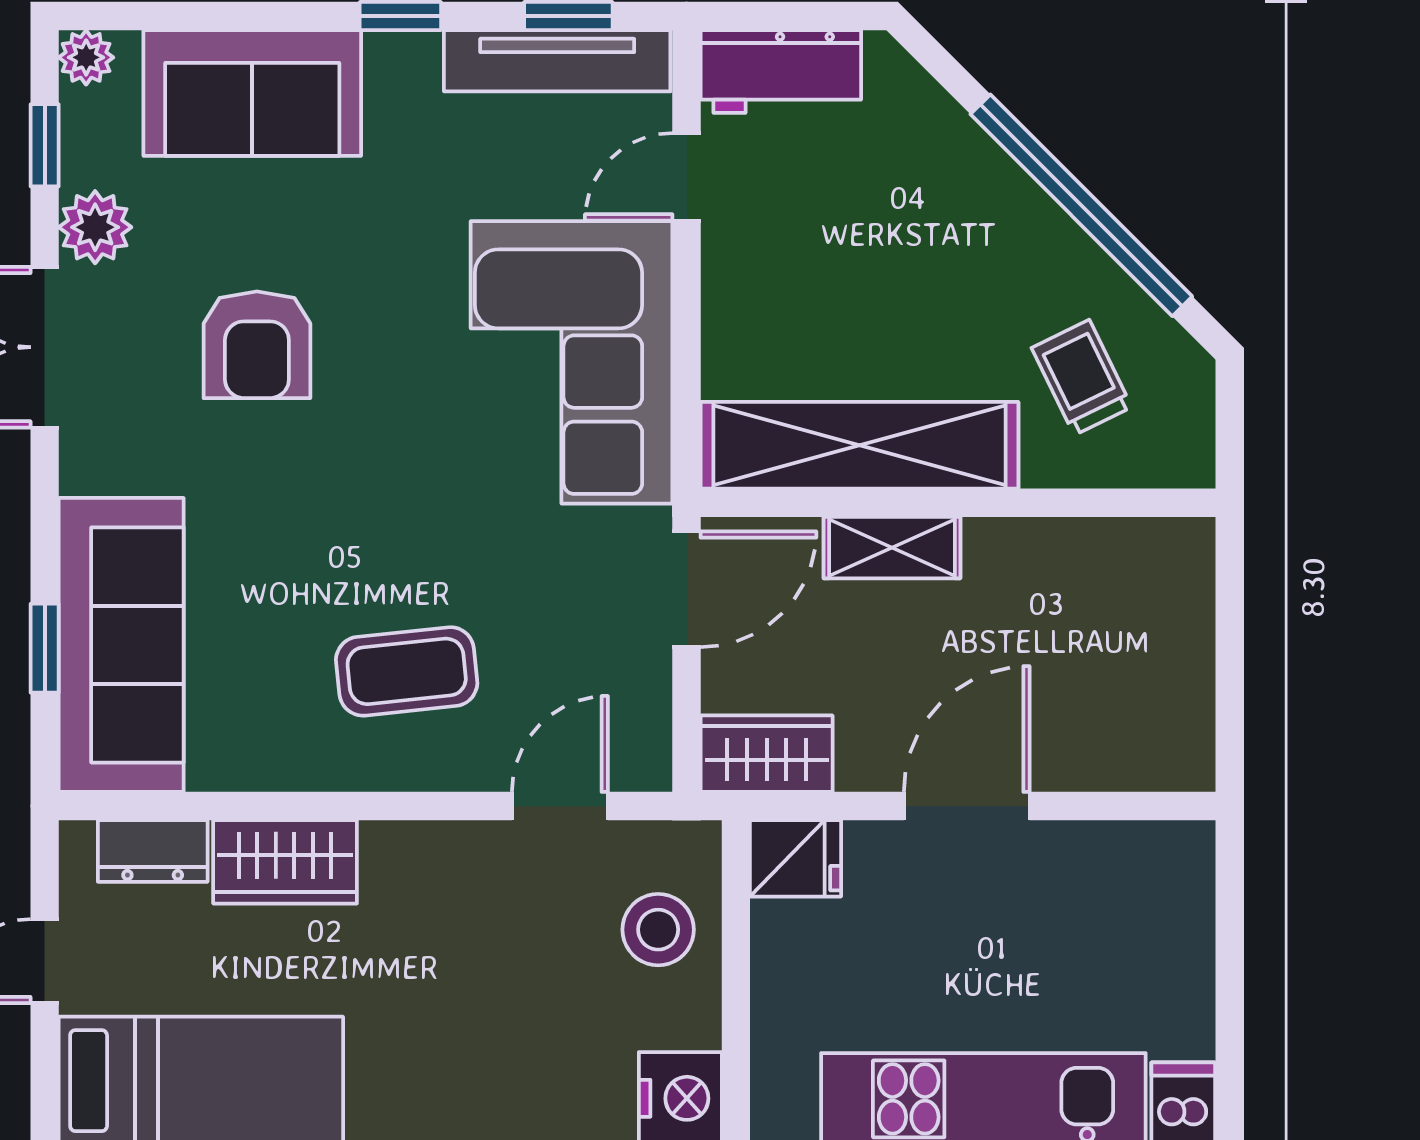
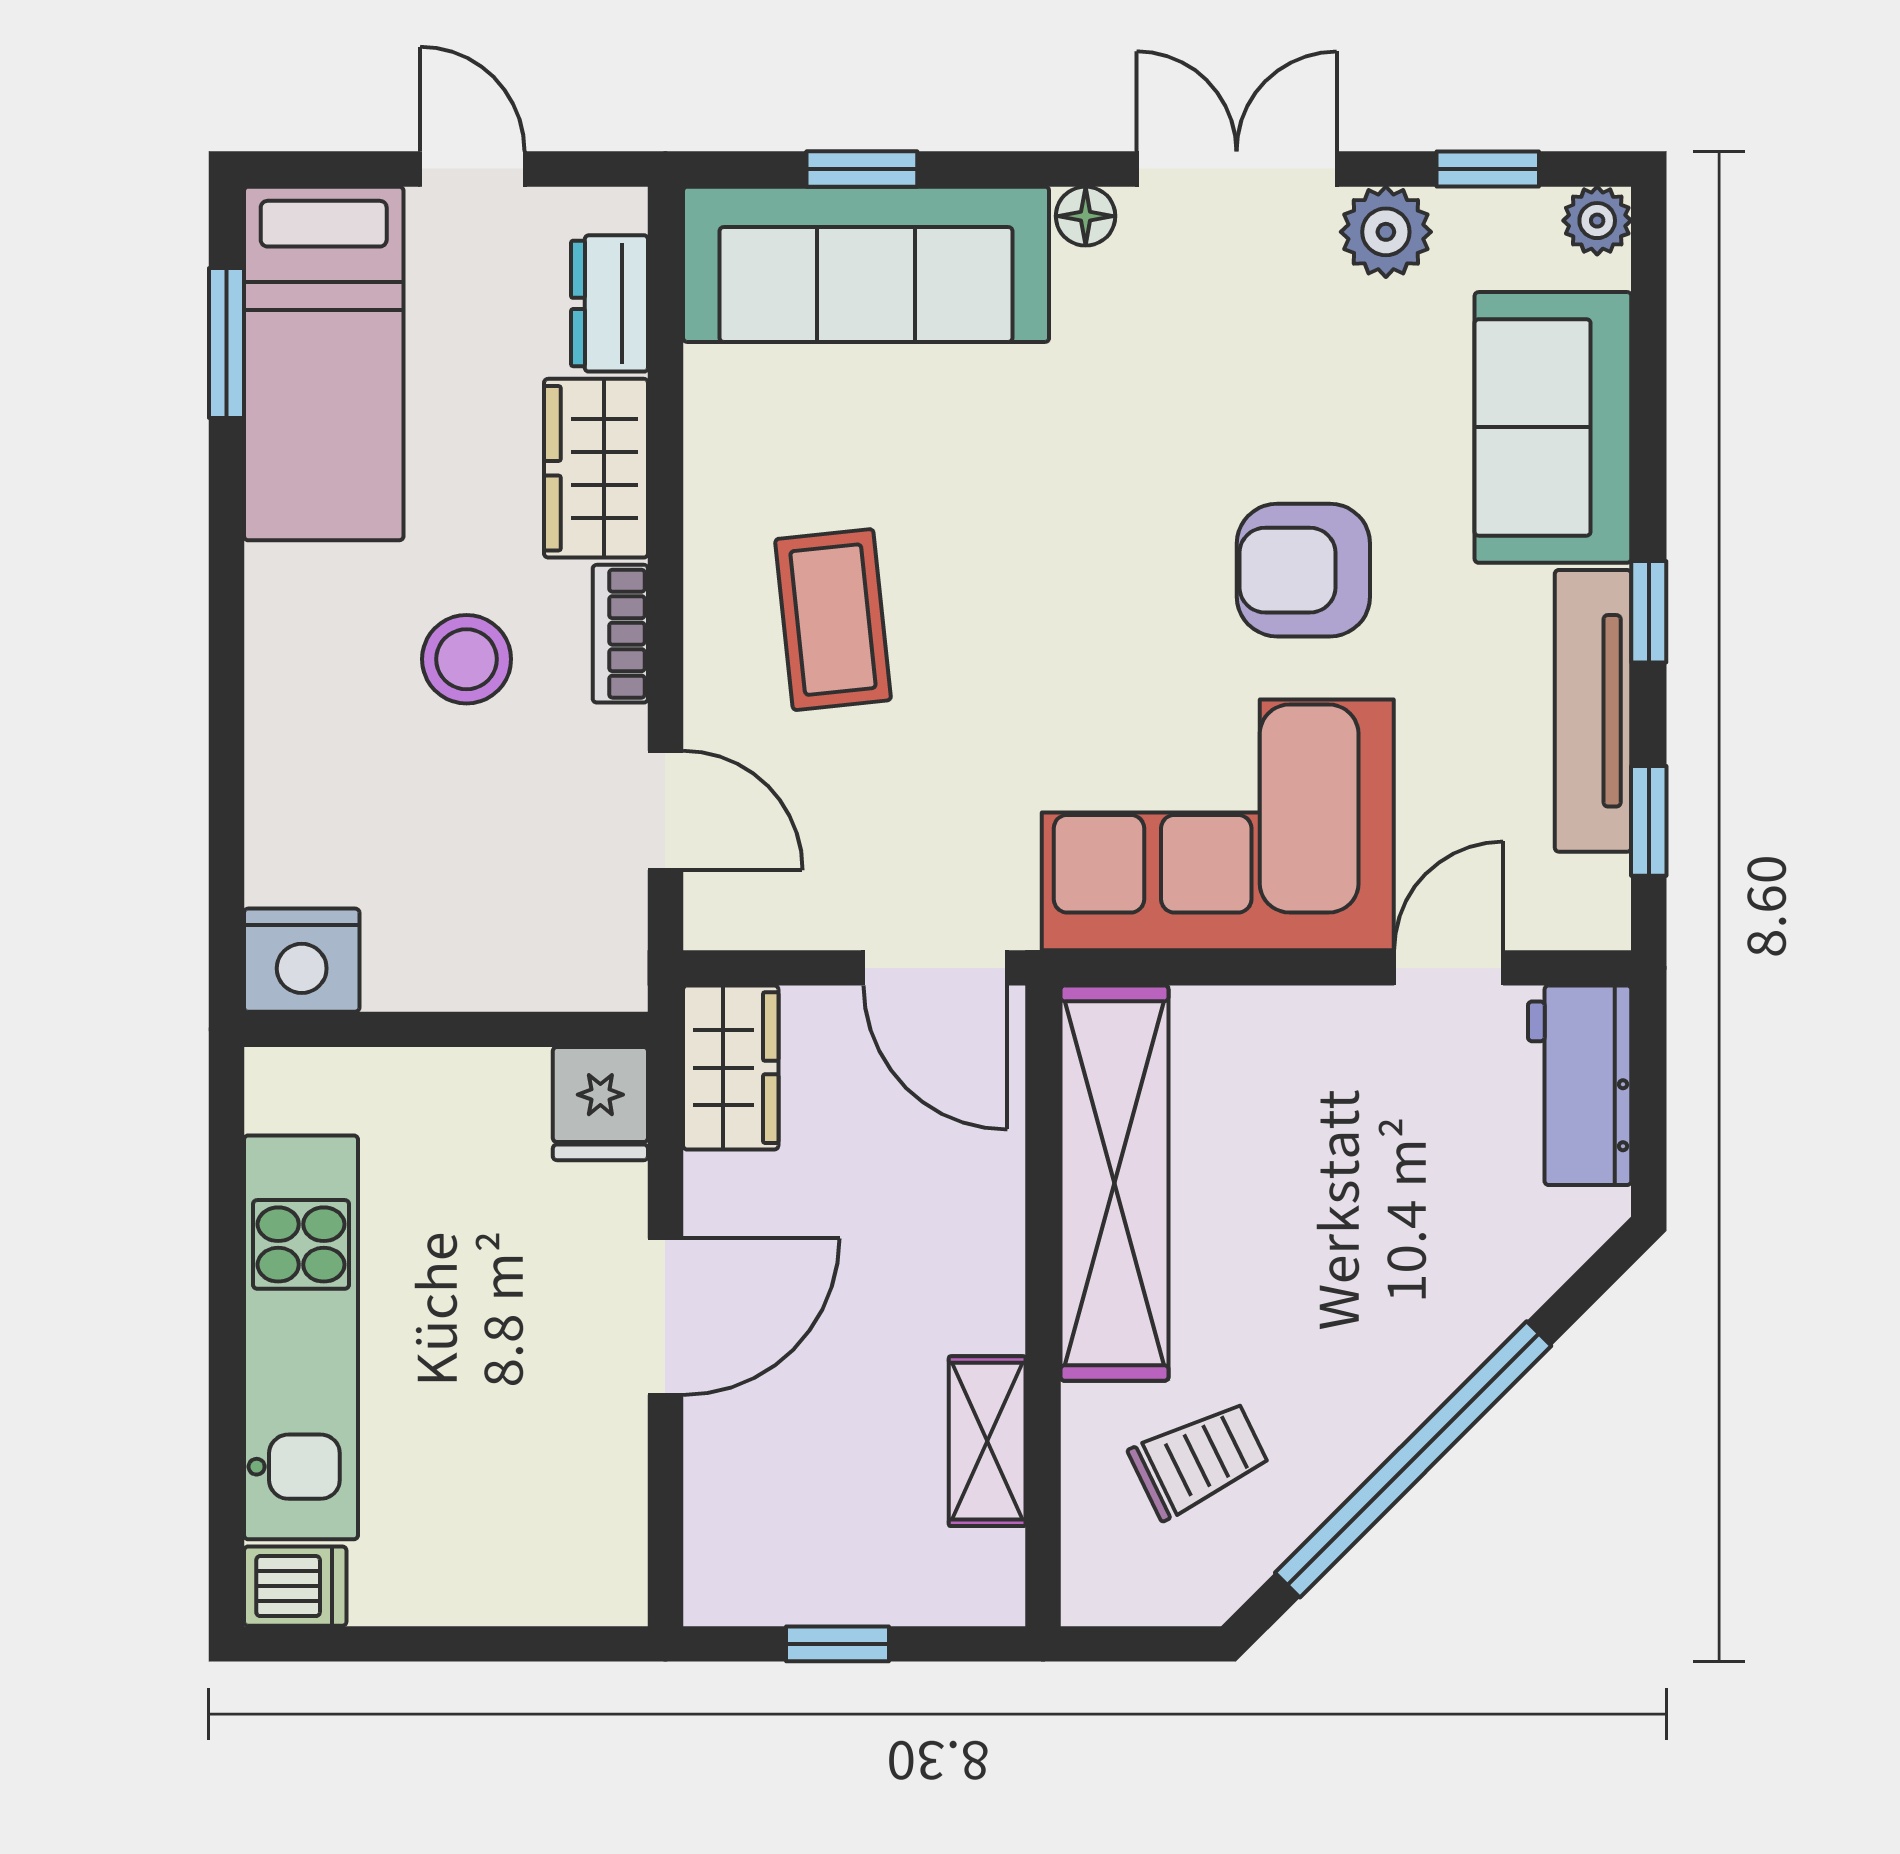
tv unit: (557, 61) -> (1593, 711), moved
door: (687, 177) -> (1449, 968), hinge flipped
armchair: (257, 345) -> (1303, 570), moved
floor lamp: (82, 468) -> (1086, 216), added
shelving: (892, 548) -> (987, 1441), moved
window: (1230, 668) -> (838, 1644), added
door: (967, 806) -> (665, 1317), hinge flipped
bookcase: (418, 842) -> (620, 634), added
stool: (658, 930) -> (467, 659), moved

